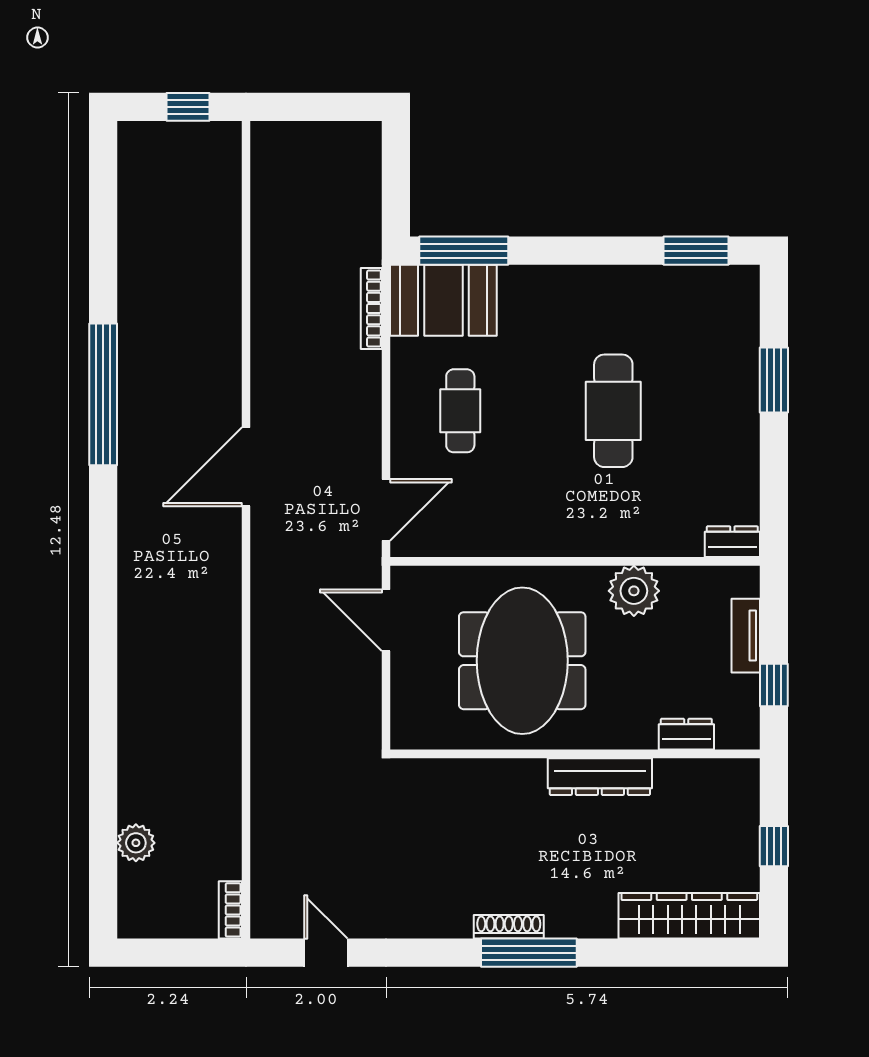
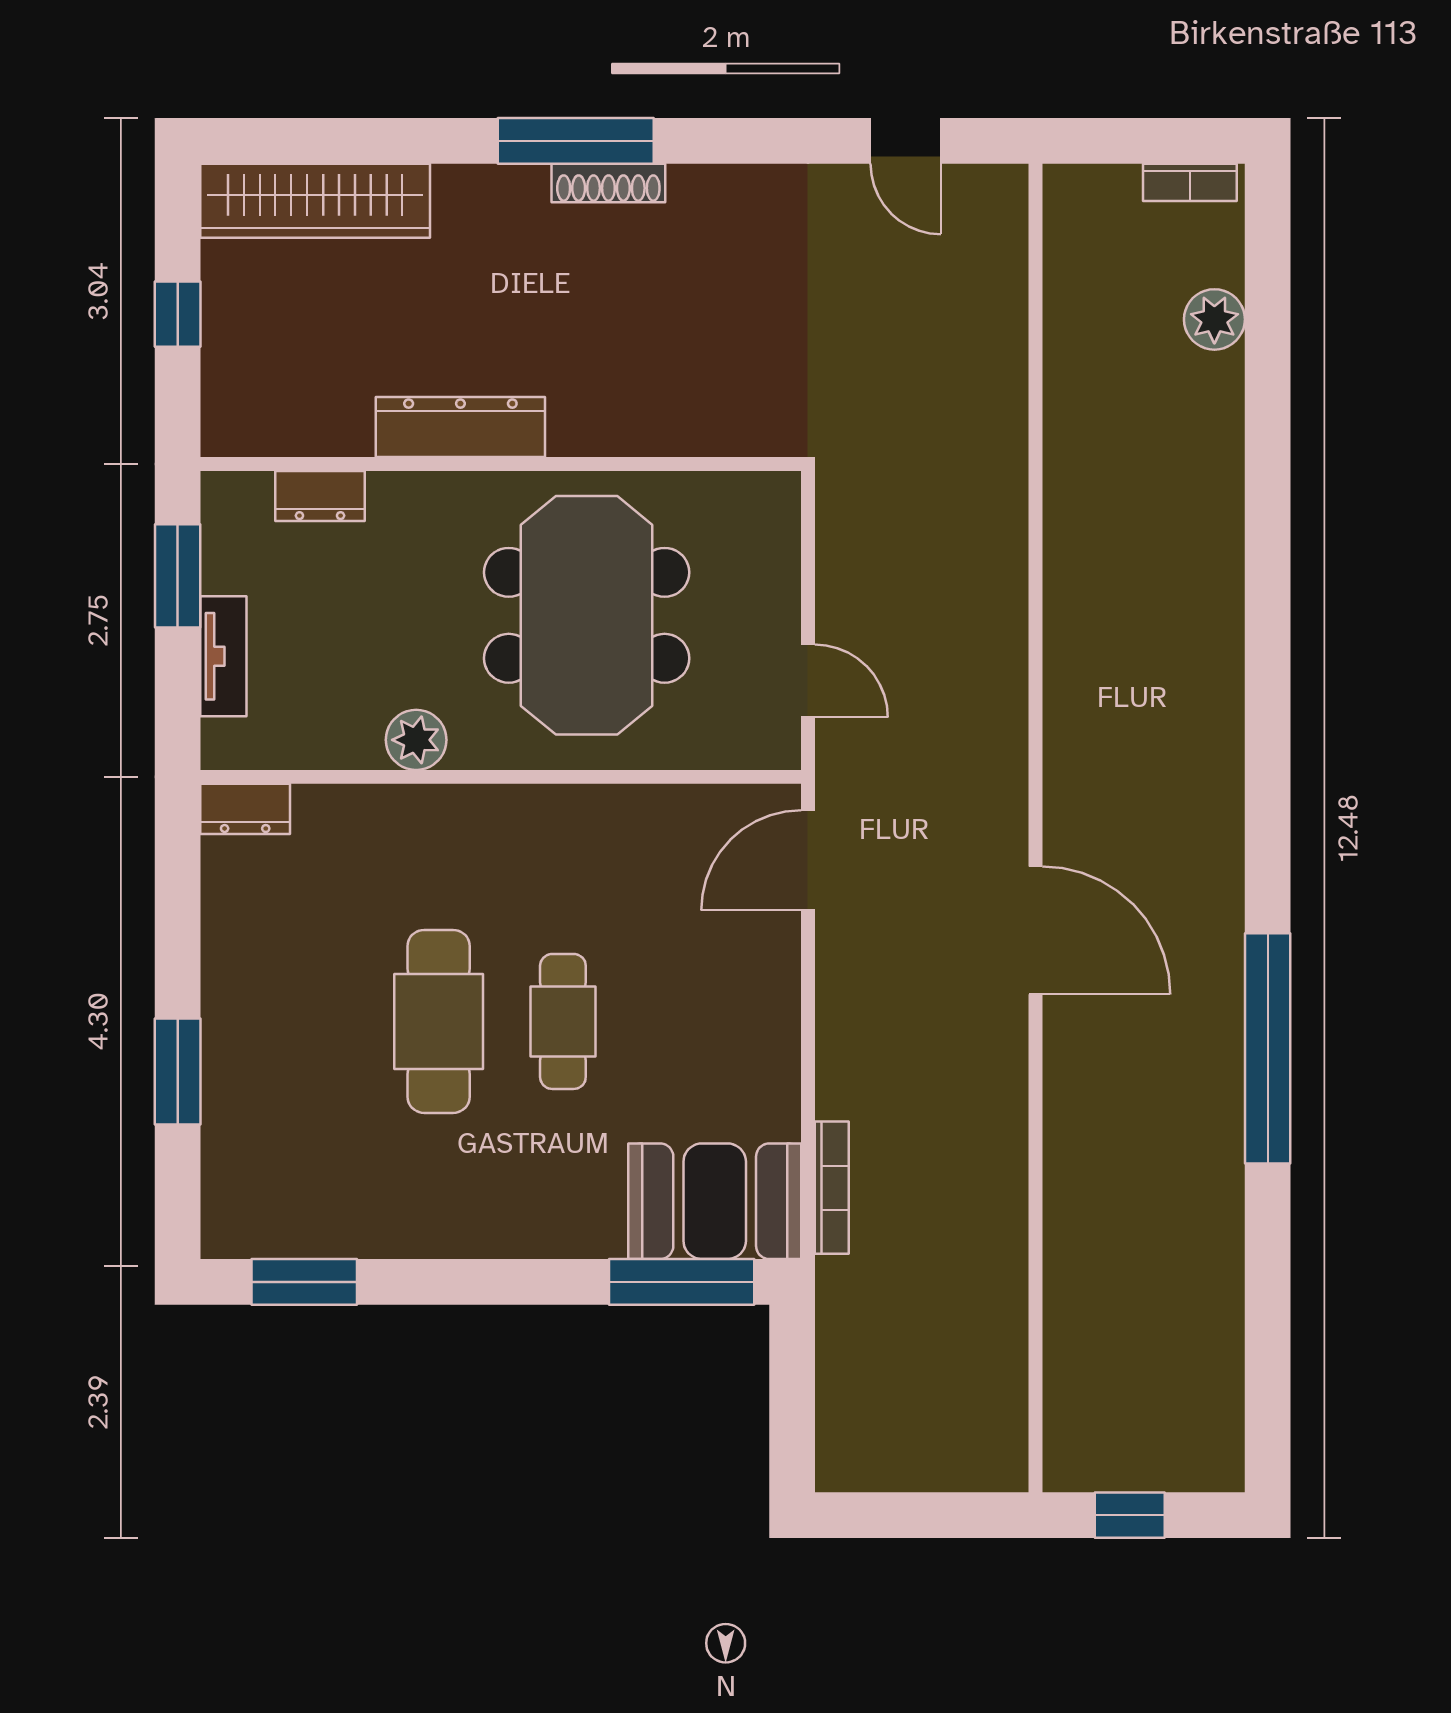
cafe table: (460, 411) -> (563, 1021), moved
door: (246, 467) -> (1035, 930), hinge flipped
plant: (634, 591) -> (416, 740), width x0.73, depth x0.73
door: (386, 620) -> (808, 681), width x0.73
window: (774, 685) -> (178, 576), width x1.50
bookcase: (230, 910) -> (1190, 182), moved, turned 90

